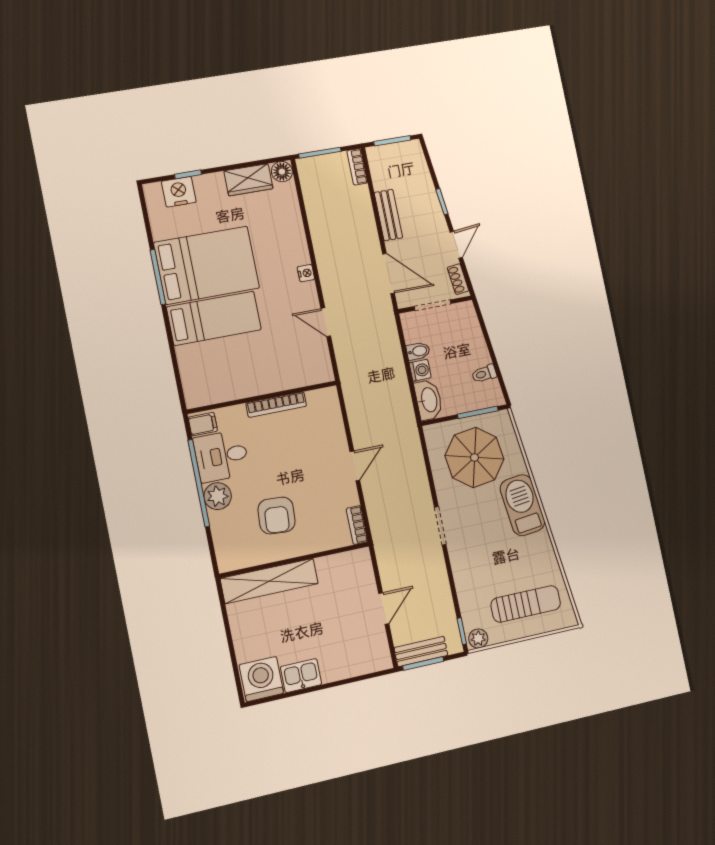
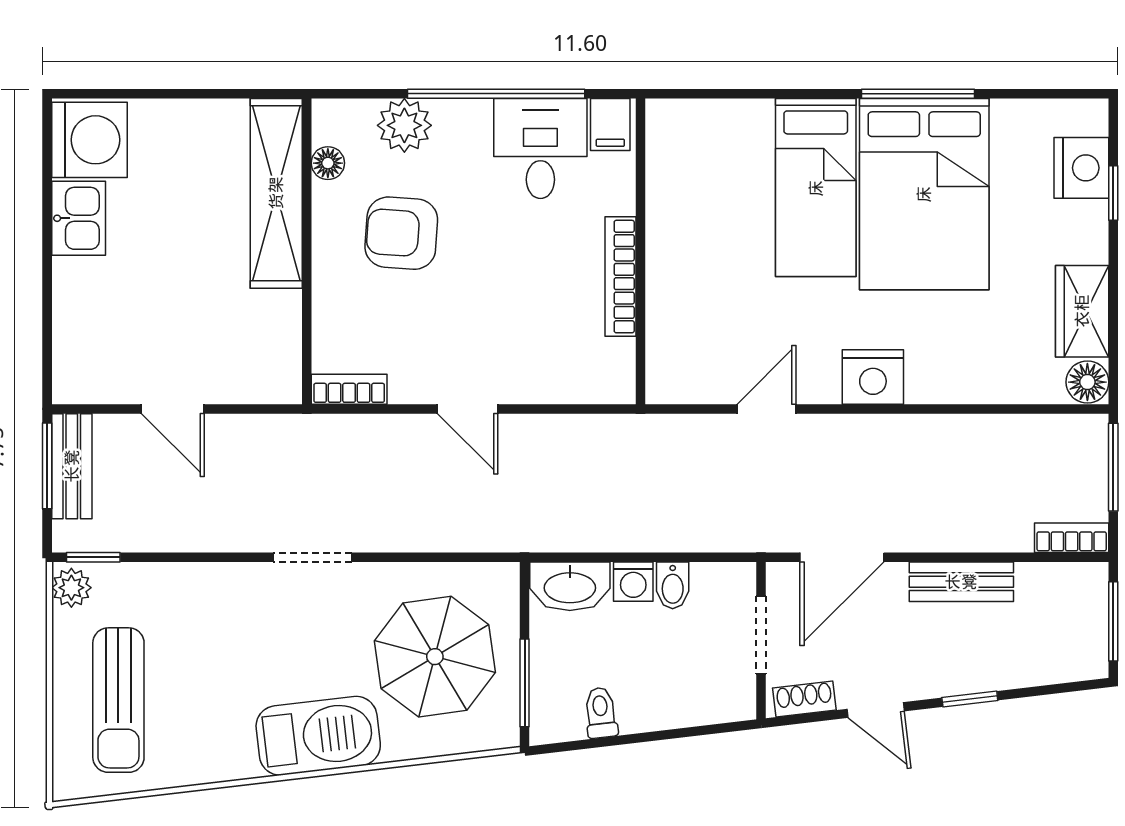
nightstand: (306, 273) -> (873, 377), width x1.89, depth x1.79
plant: (218, 496) -> (404, 125), moved
floor lamp: (249, 559) -> (328, 163), added

